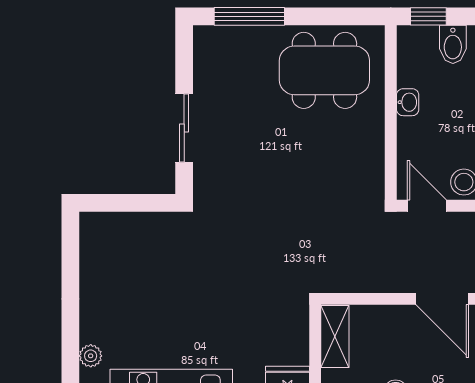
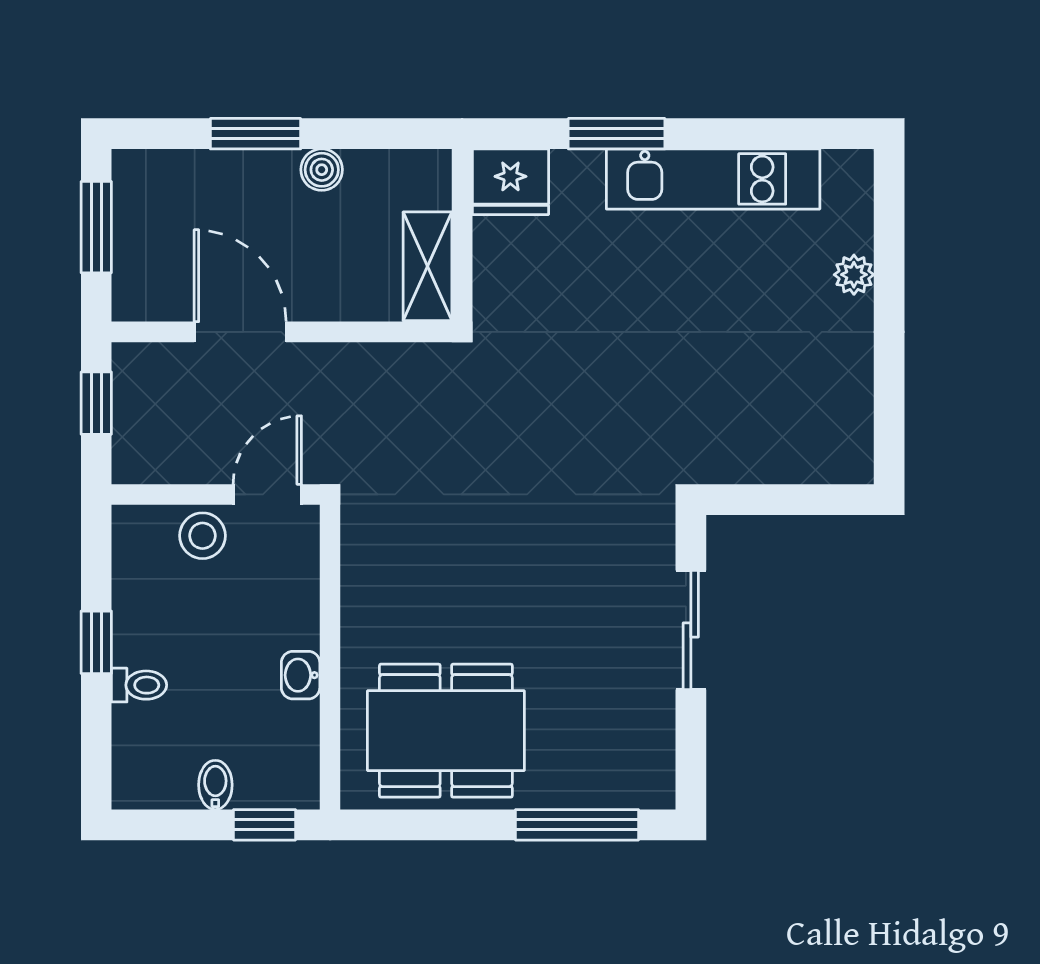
bidet: (453, 44) -> (215, 785), width x0.72, depth x0.74
door: (427, 206) -> (267, 494), swing flipped
plant: (91, 356) -> (854, 275), moved

